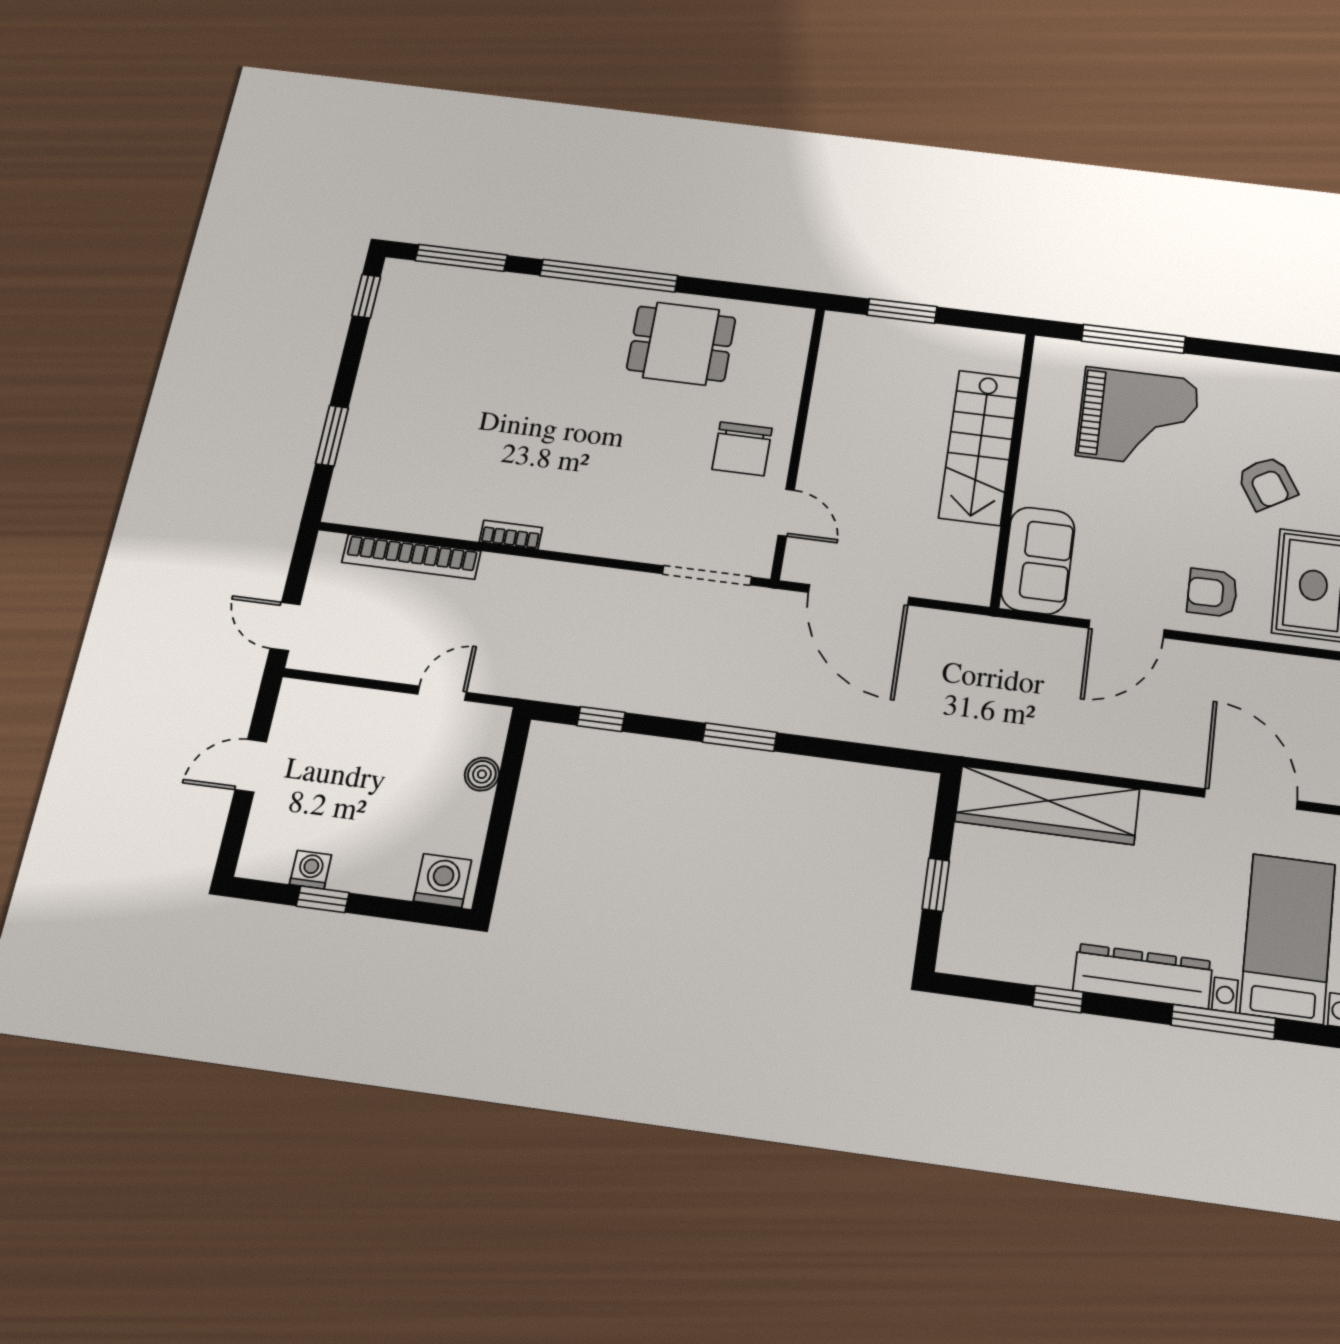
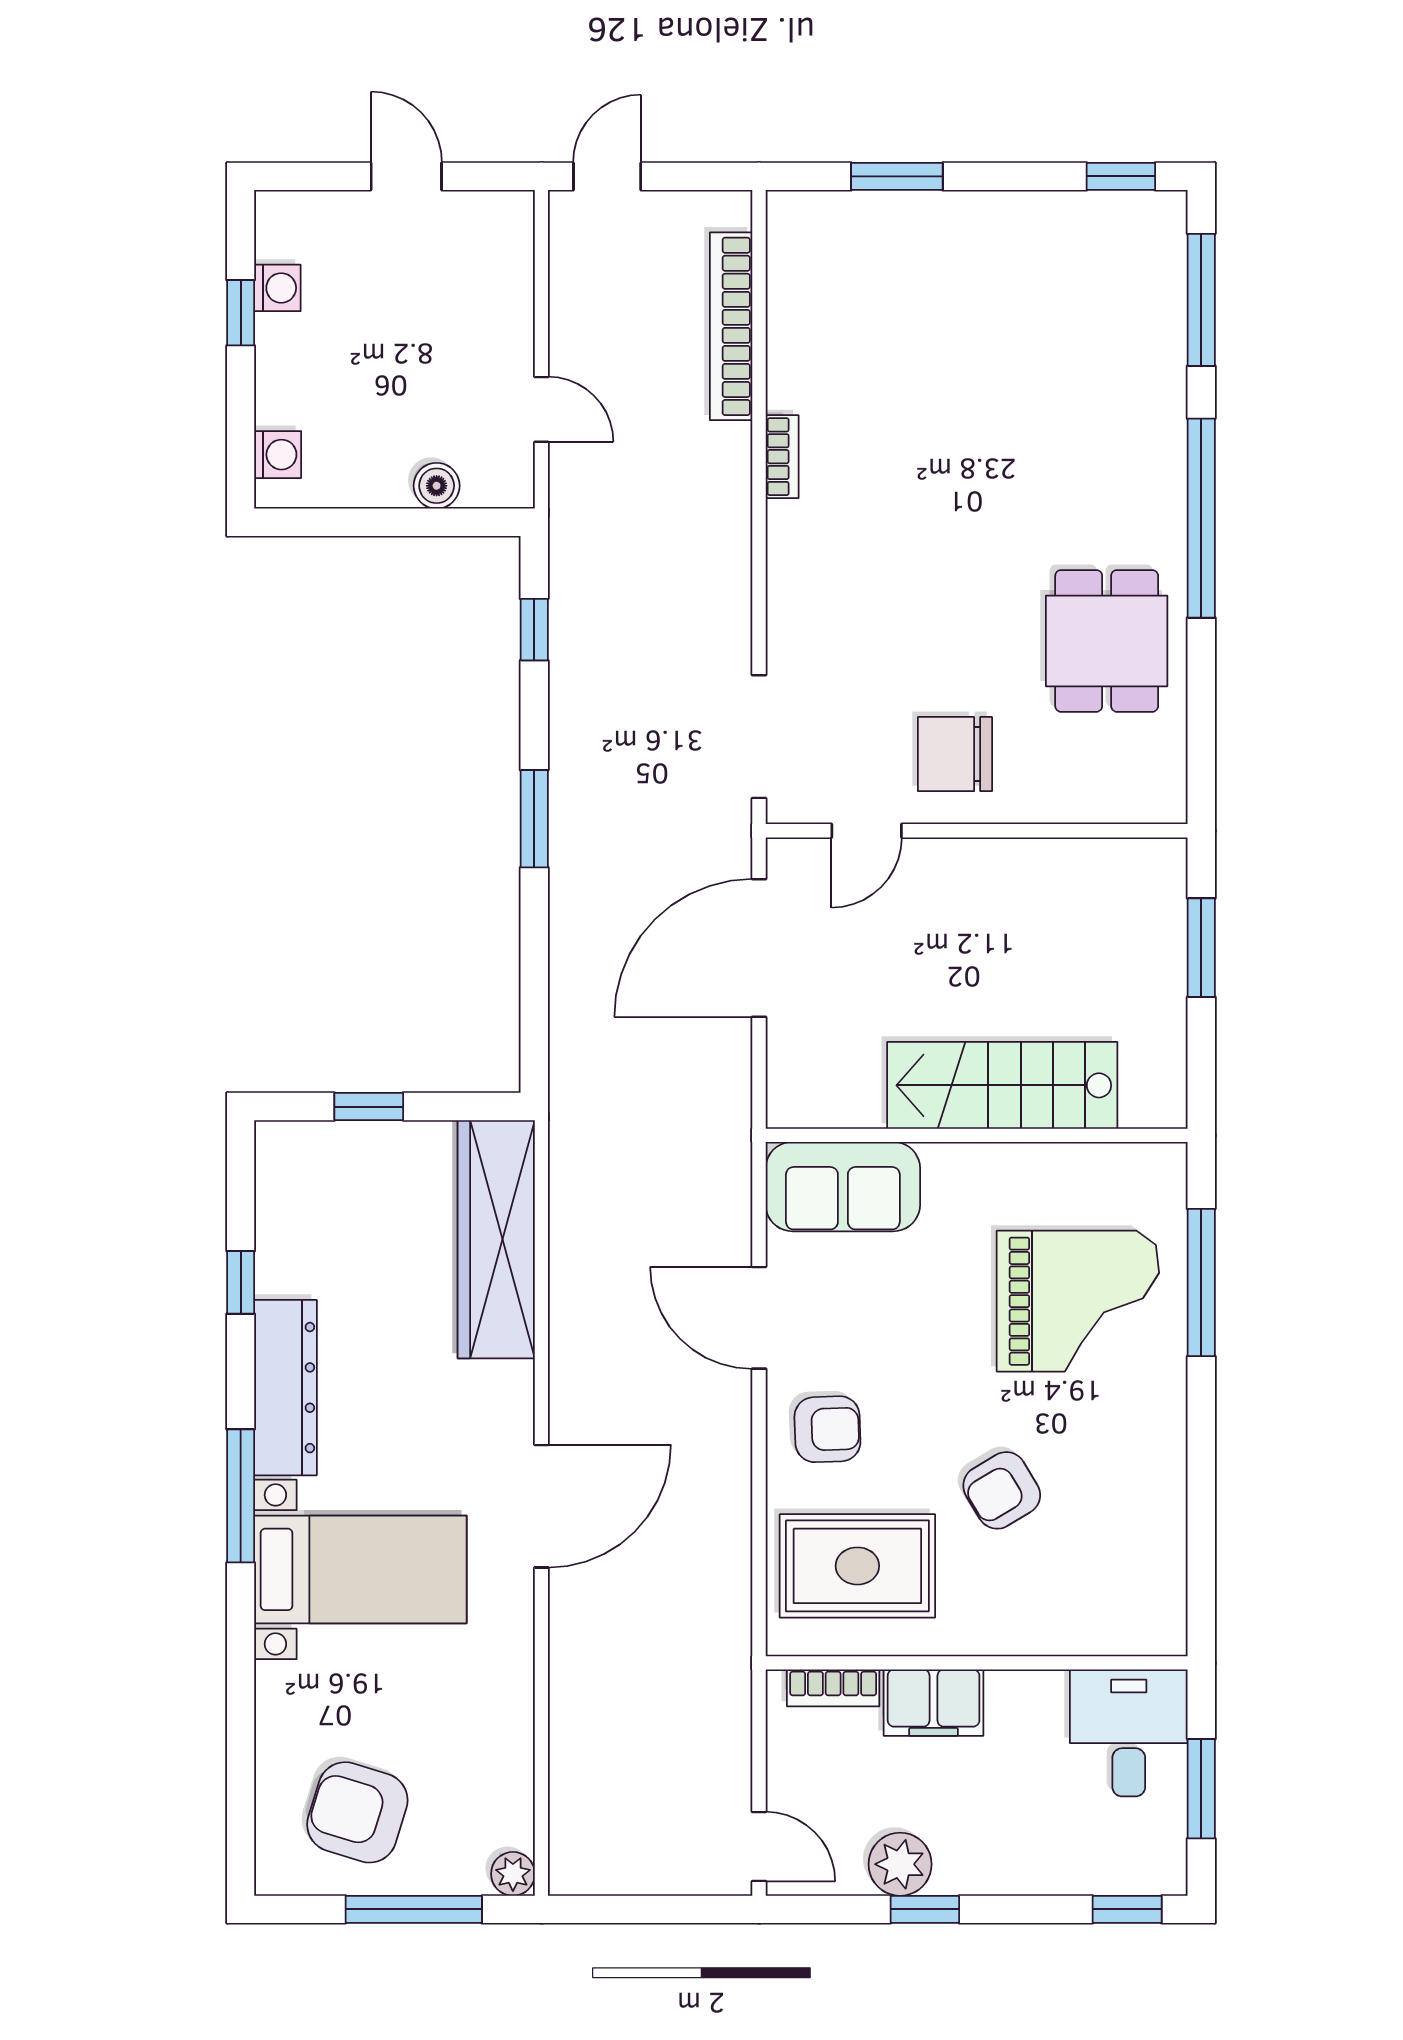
grand piano: (1138, 418) -> (1078, 1301), turned -90
armchair: (1212, 593) -> (827, 1429), turned 88
washing machine: (443, 881) -> (278, 455), width x0.73, depth x0.73

